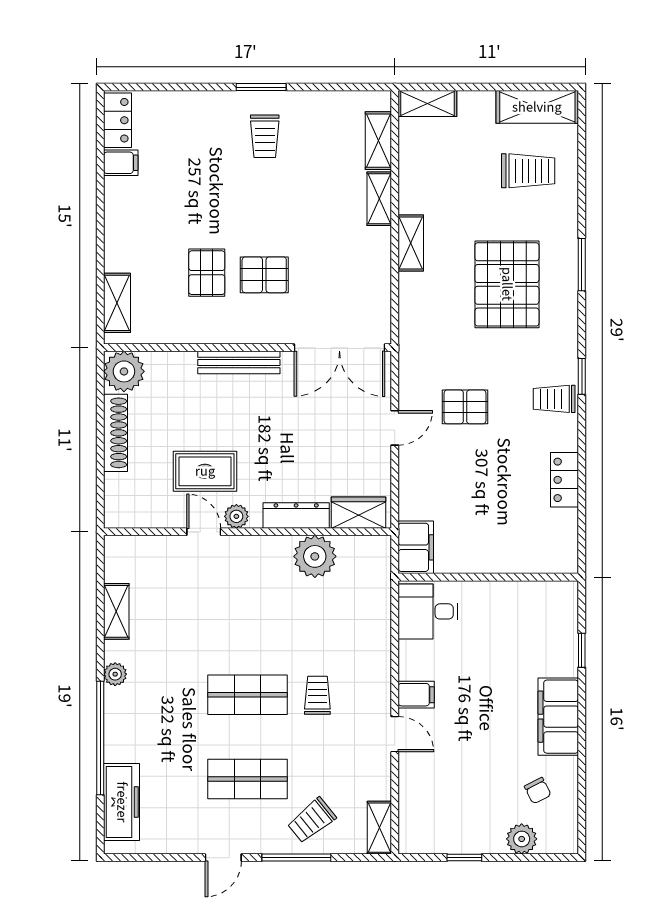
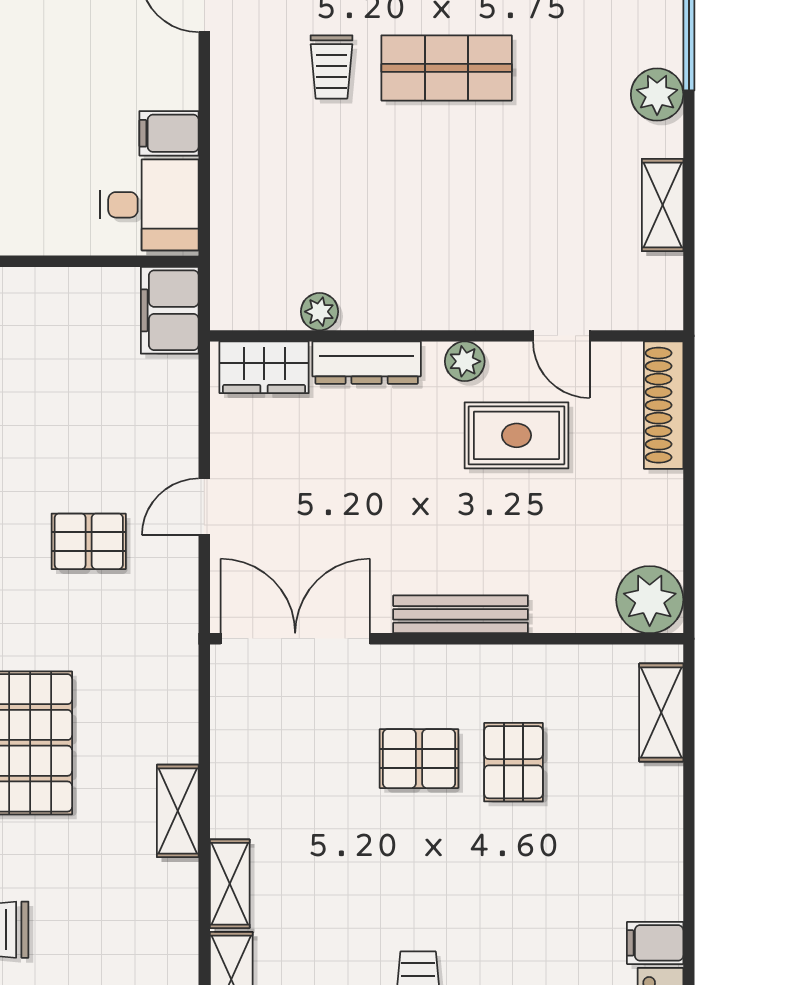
shoe rack: (116, 433) -> (664, 405), moved
door: (204, 532) -> (561, 336), moved
plant: (315, 556) -> (320, 312), width x0.53, depth x0.53
plant: (115, 674) -> (657, 94), width x1.38, depth x1.38
filing cabinet: (416, 695) -> (169, 133), moved

